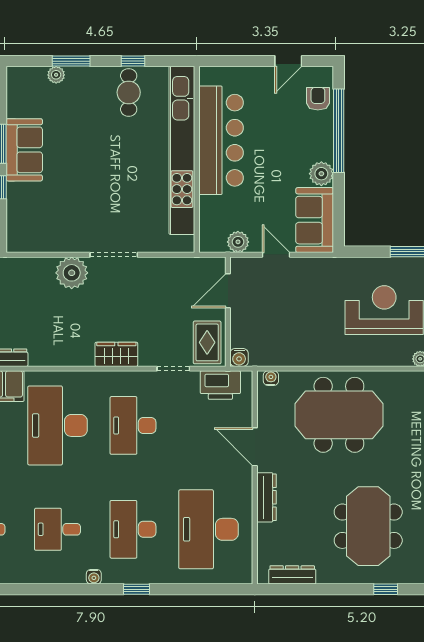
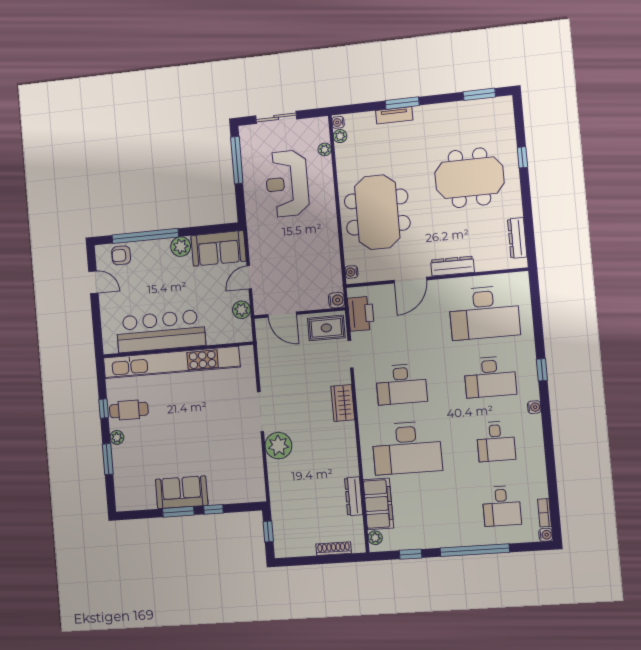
plant: (56, 75) -> (117, 437), moved

